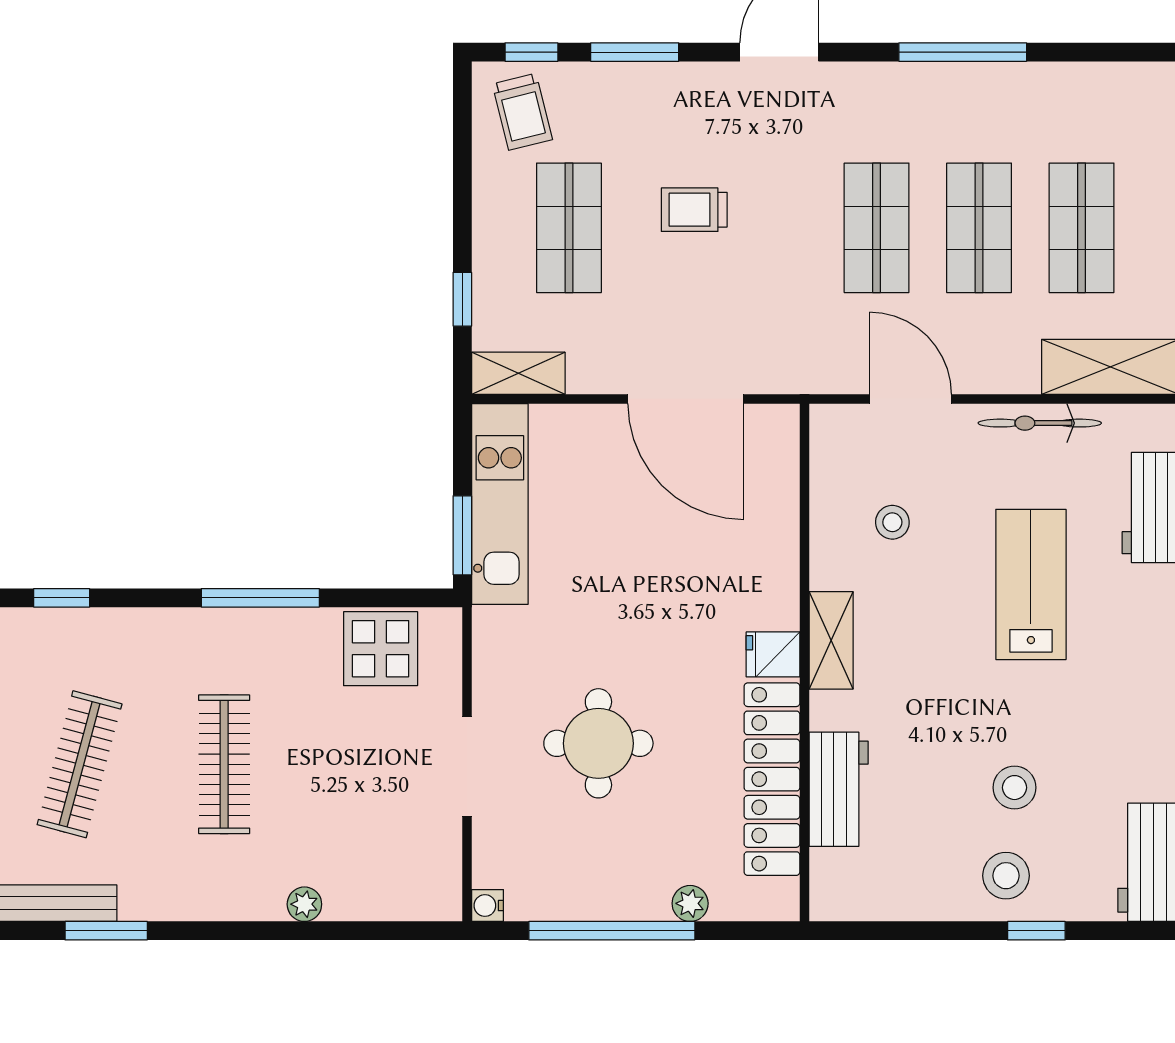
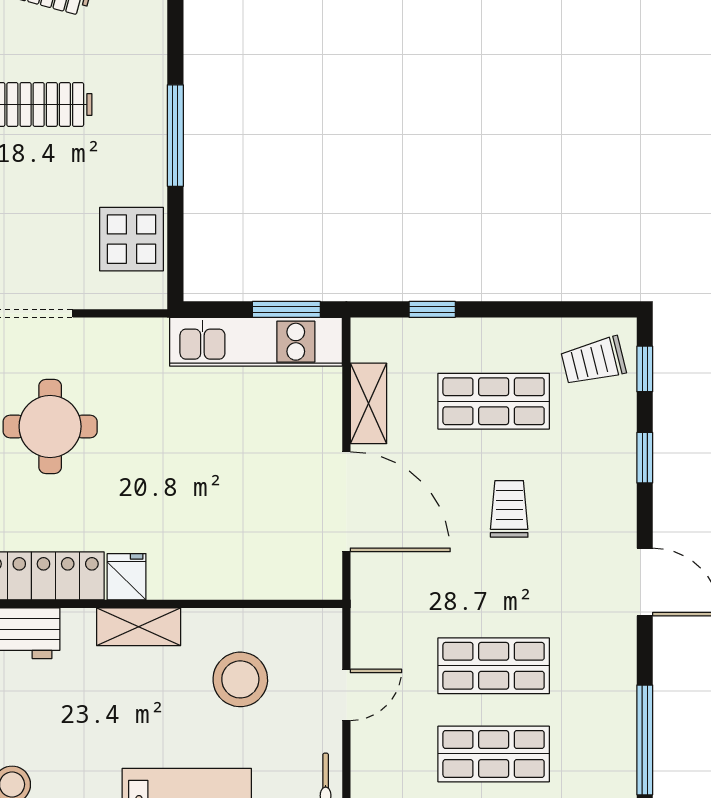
window: (635, 52) -> (645, 458), width x0.67
shelving: (518, 373) -> (368, 403), moved
door: (686, 399) -> (346, 502), swing flipped
door: (910, 399) -> (346, 695), width x0.73
stool: (892, 522) -> (240, 679), width x1.89, depth x1.89
window: (462, 535) -> (286, 309), moved

